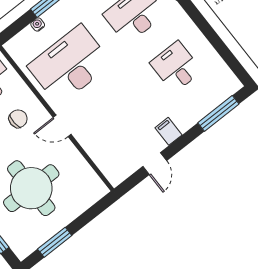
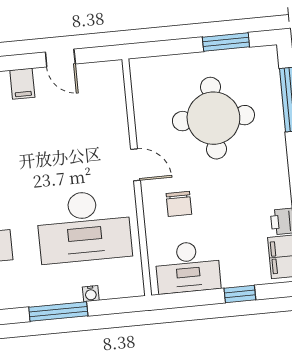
chair: (18, 119) -> (179, 204), turned -87
door: (155, 164) -> (60, 58), swing flipped

